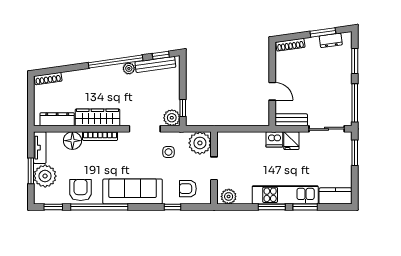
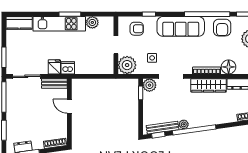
plant: (229, 196) -> (92, 22), moved
window: (305, 207) -> (43, 14), removed

